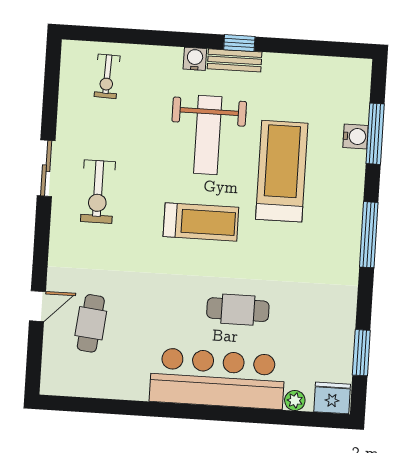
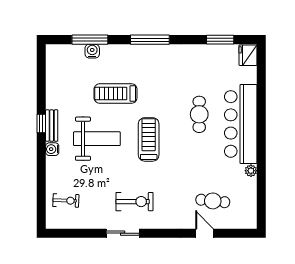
treadmill: (282, 171) -> (116, 93), width x0.73, depth x0.73
plant: (295, 400) -> (251, 171), moved

